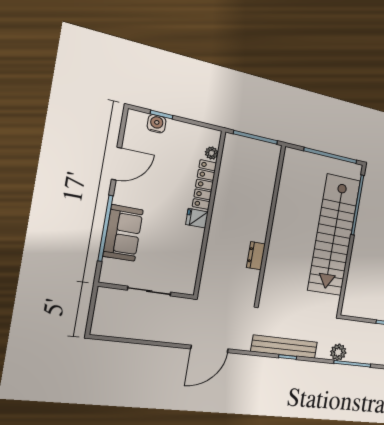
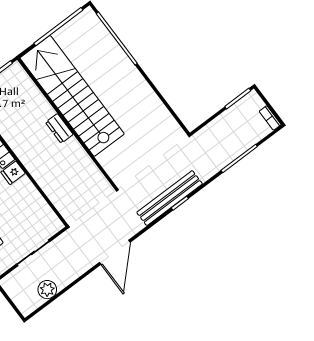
stairs: (334, 235) -> (72, 96), moved, turned 180
dresser: (256, 256) -> (59, 128), moved
plant: (338, 352) -> (47, 290), moved

